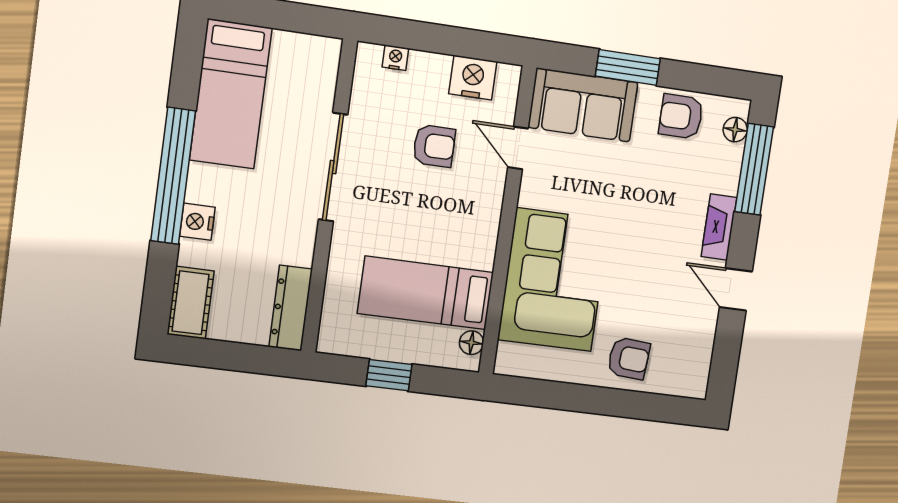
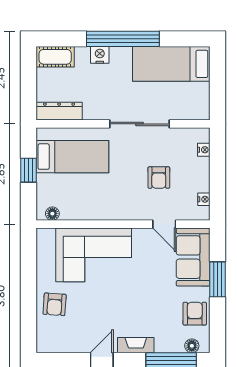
nightstand: (473, 78) -> (204, 199), width x0.53, depth x0.56
door: (518, 148) -> (164, 224), swing flipped
bed: (426, 293) -> (72, 157), moved, turned 90

